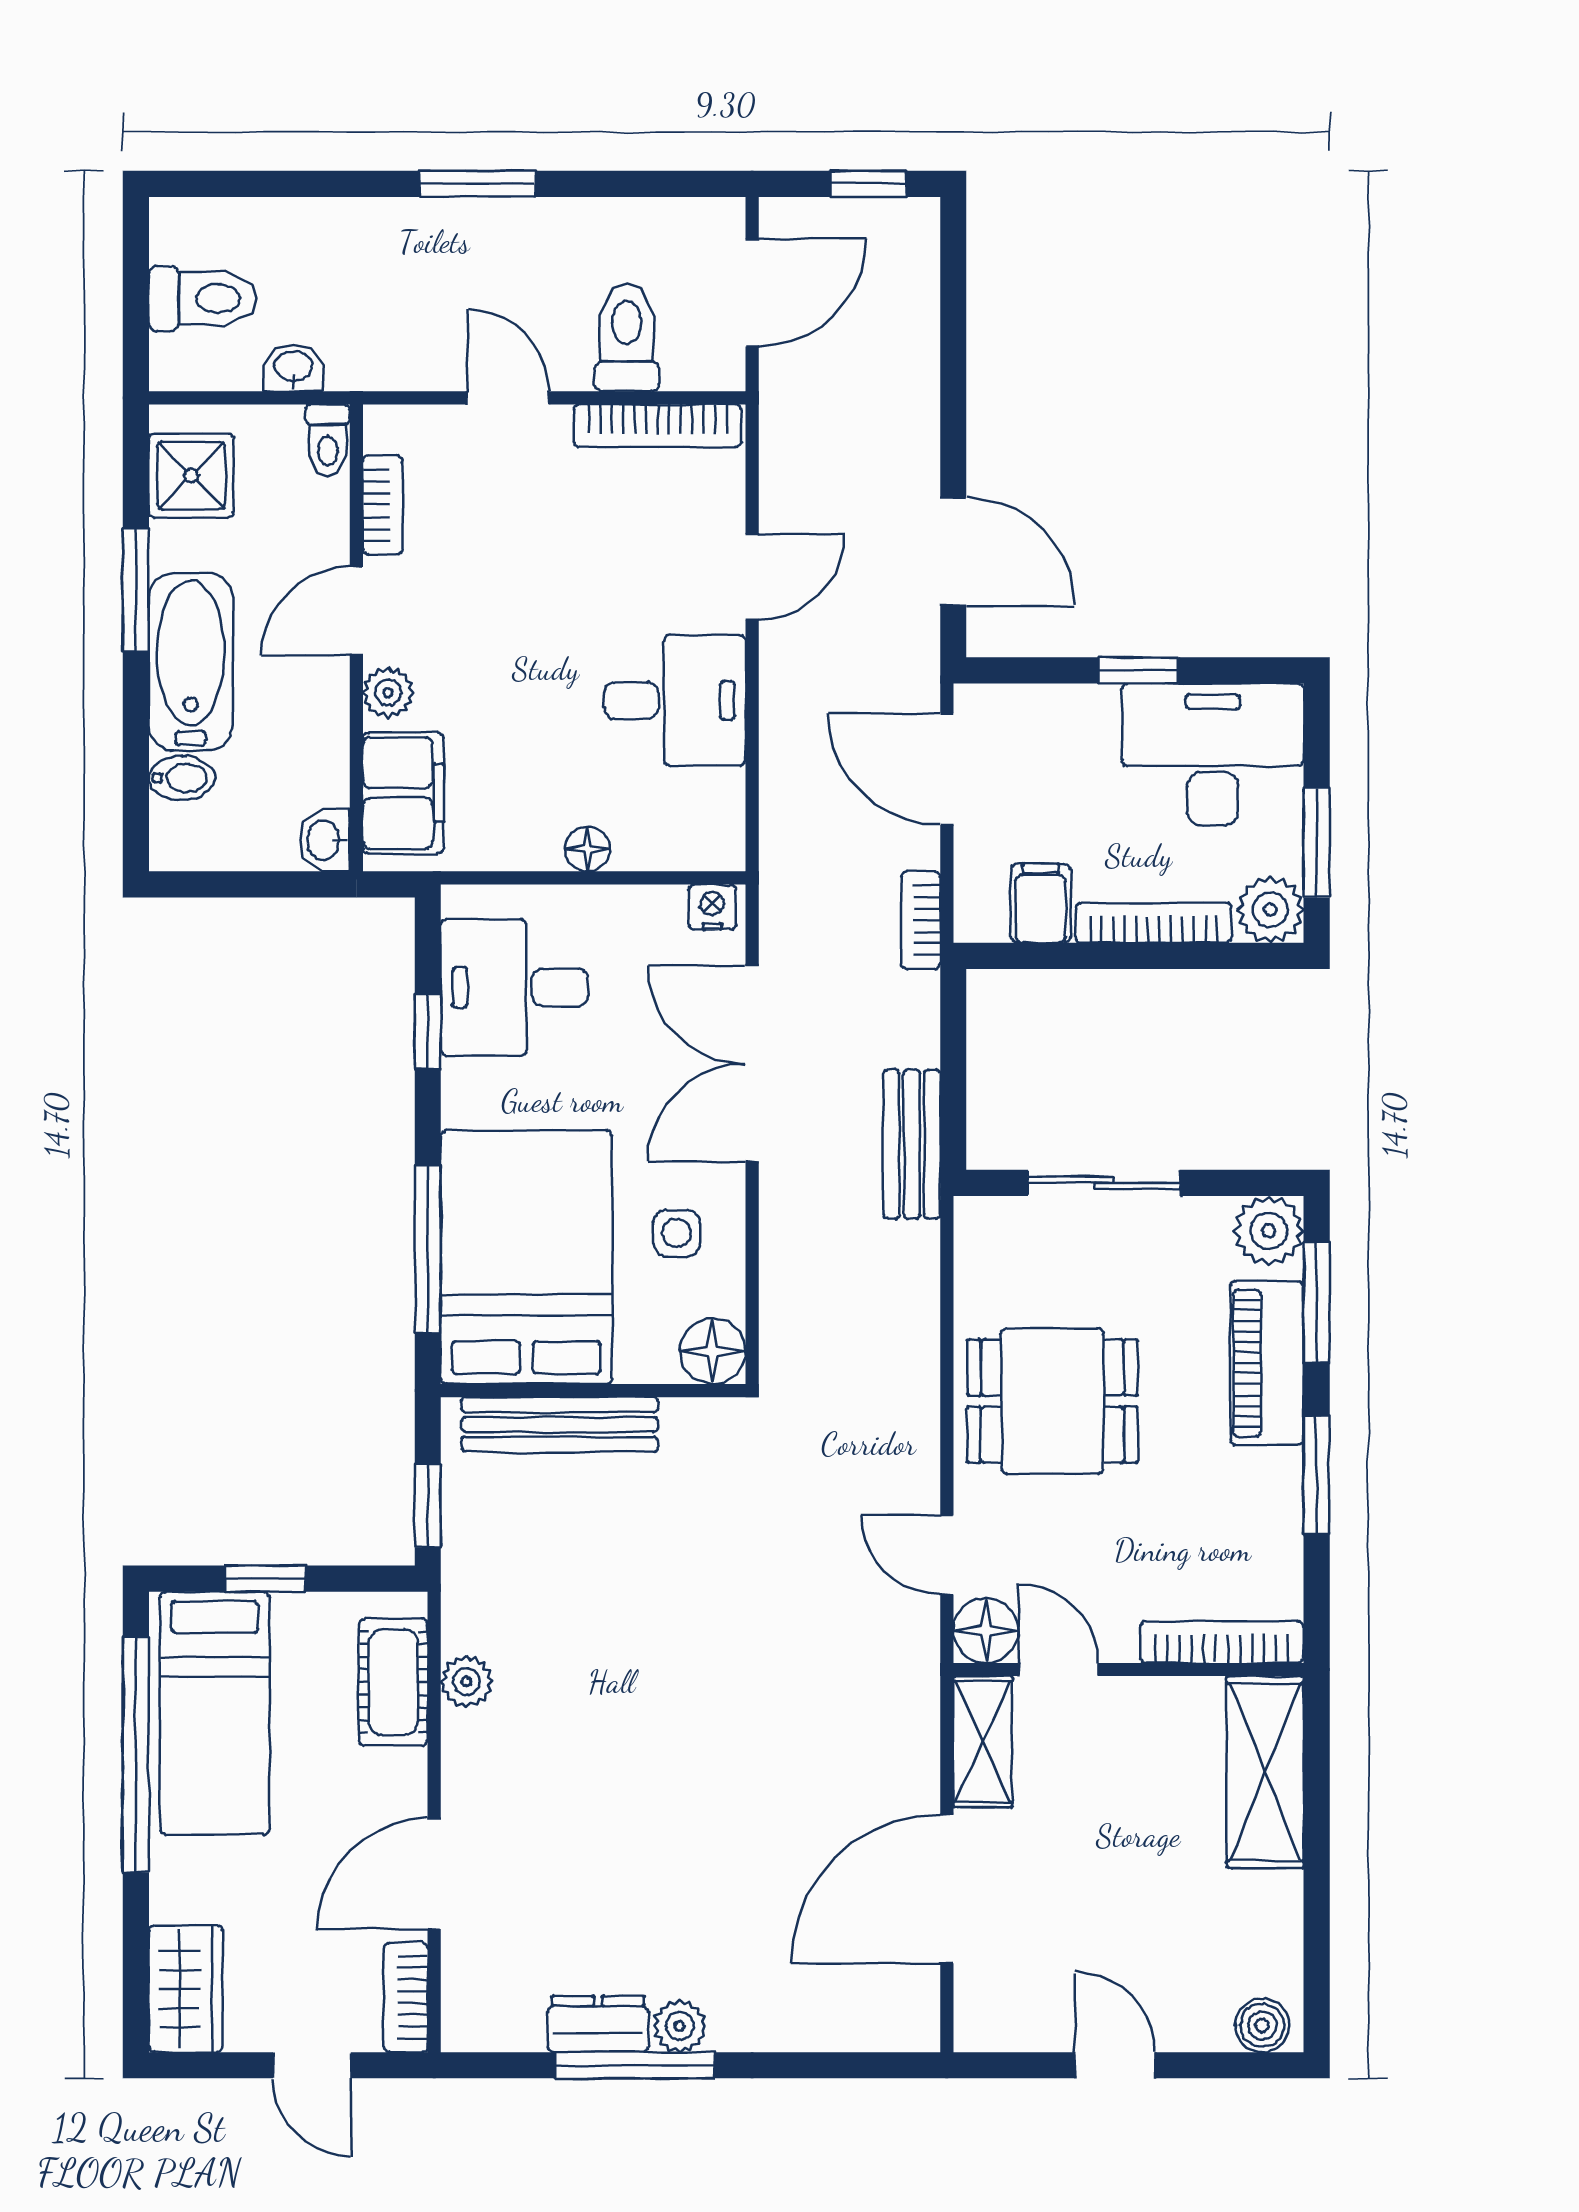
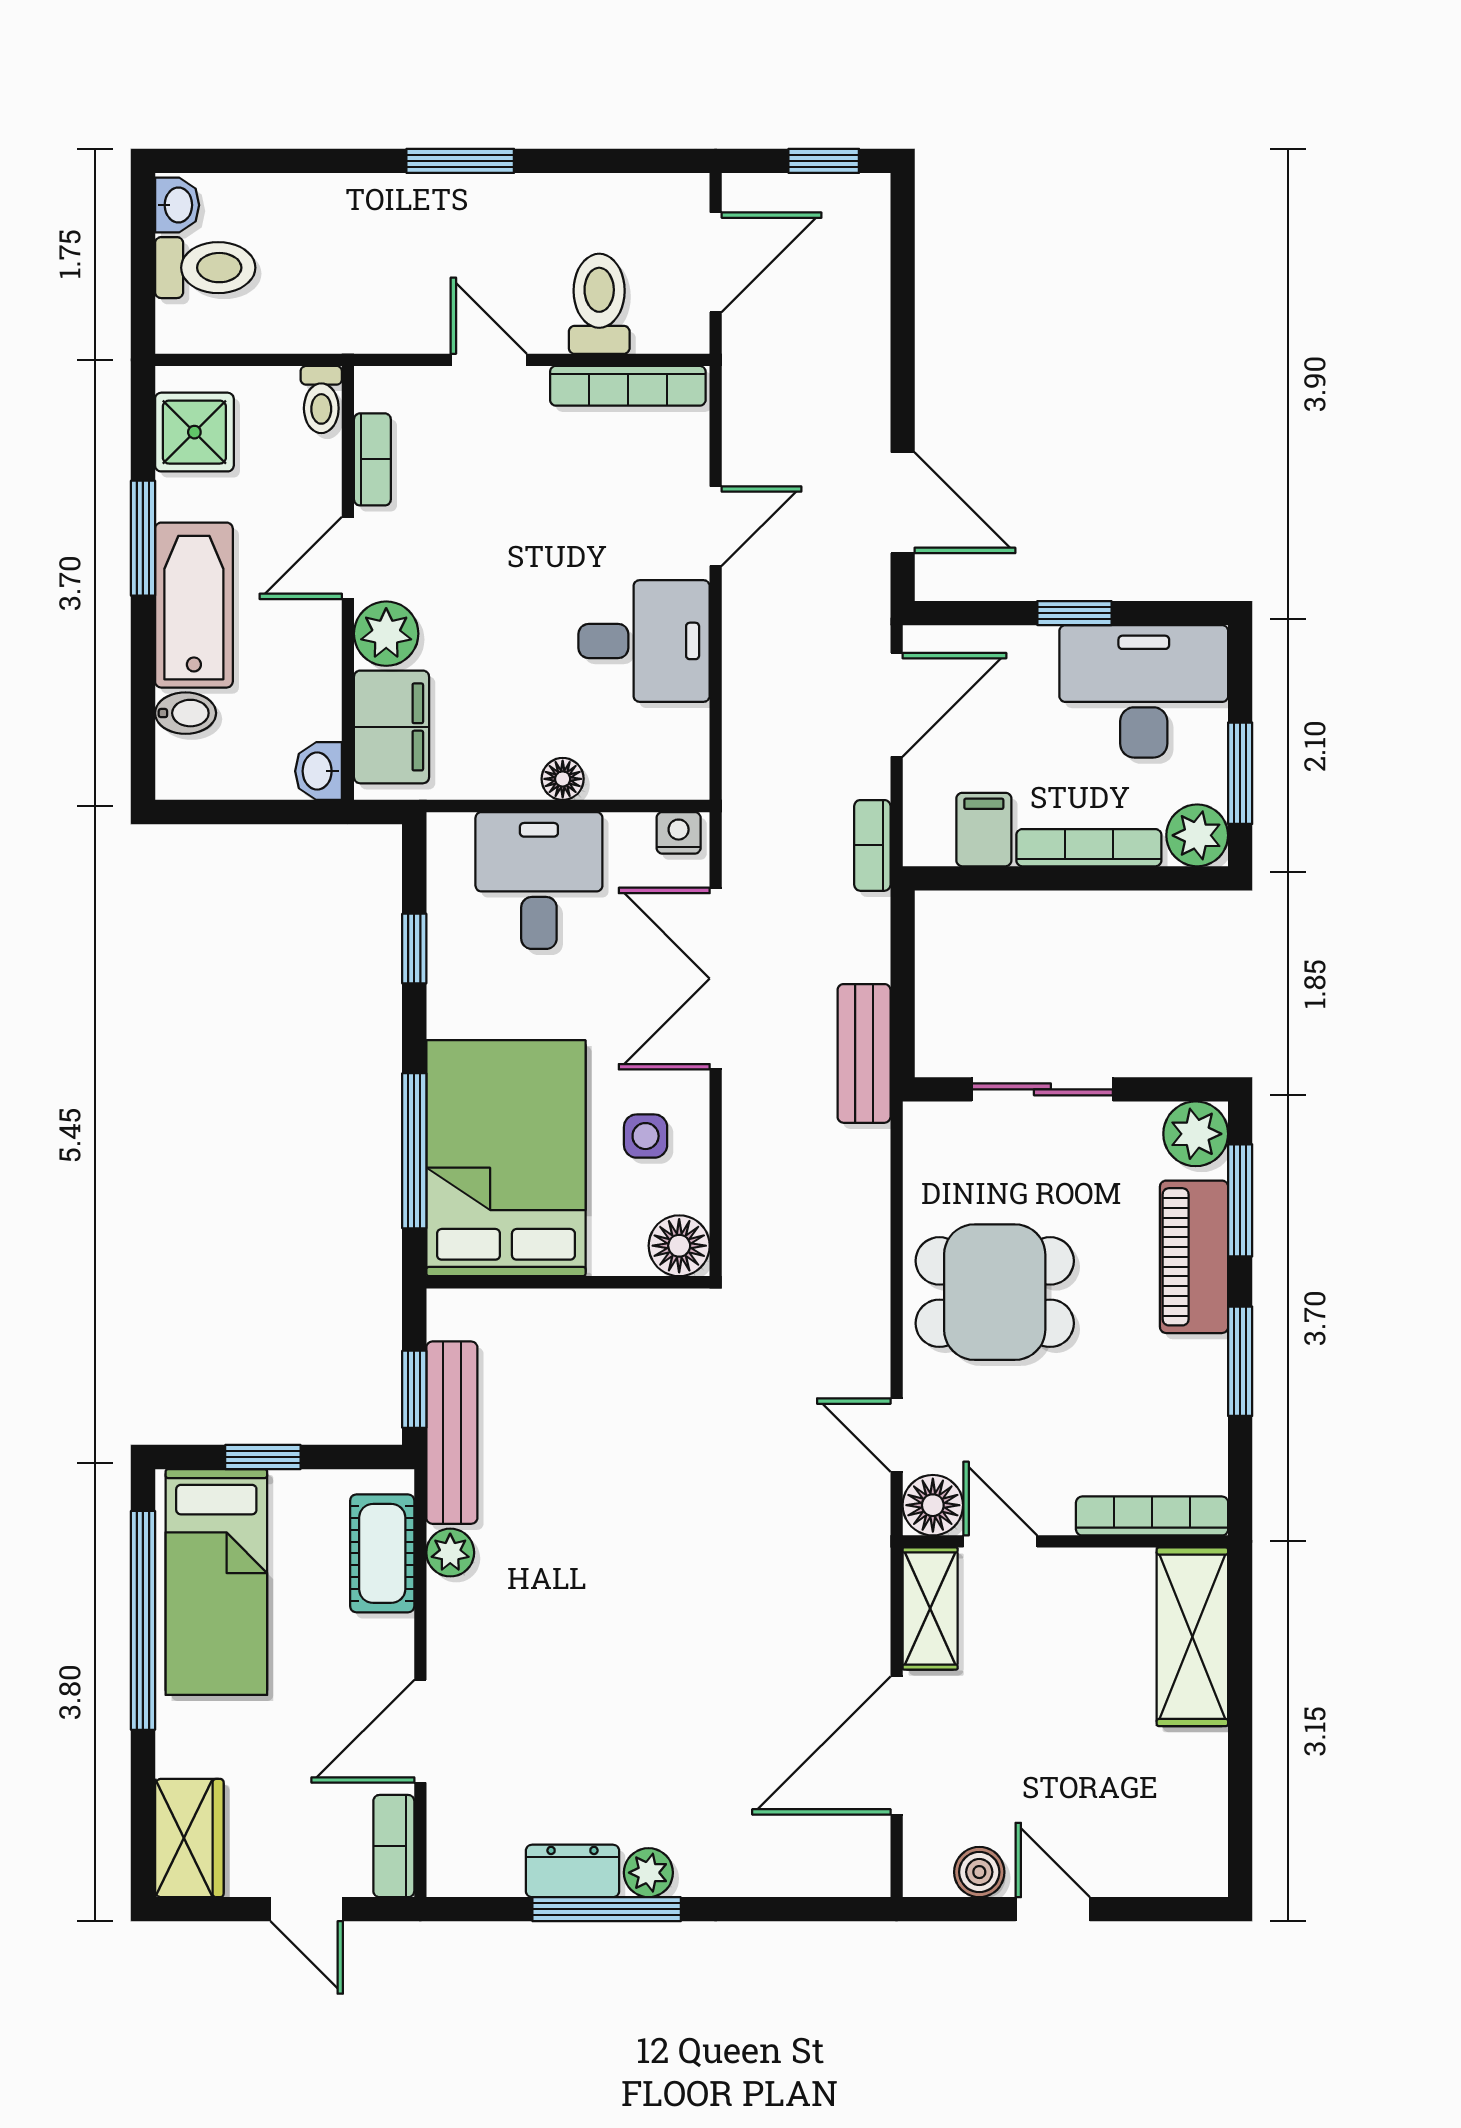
washbasin: (293, 368) -> (177, 205), moved, turned 90
plant: (388, 692) -> (386, 634), width x1.38, depth x1.38
door: (947, 769) -> (897, 705), swing flipped
desk: (514, 987) -> (539, 880), moved, turned 90
bench: (560, 1424) -> (452, 1433), moved, turned 90
boiler: (1262, 2025) -> (979, 1872), moved

